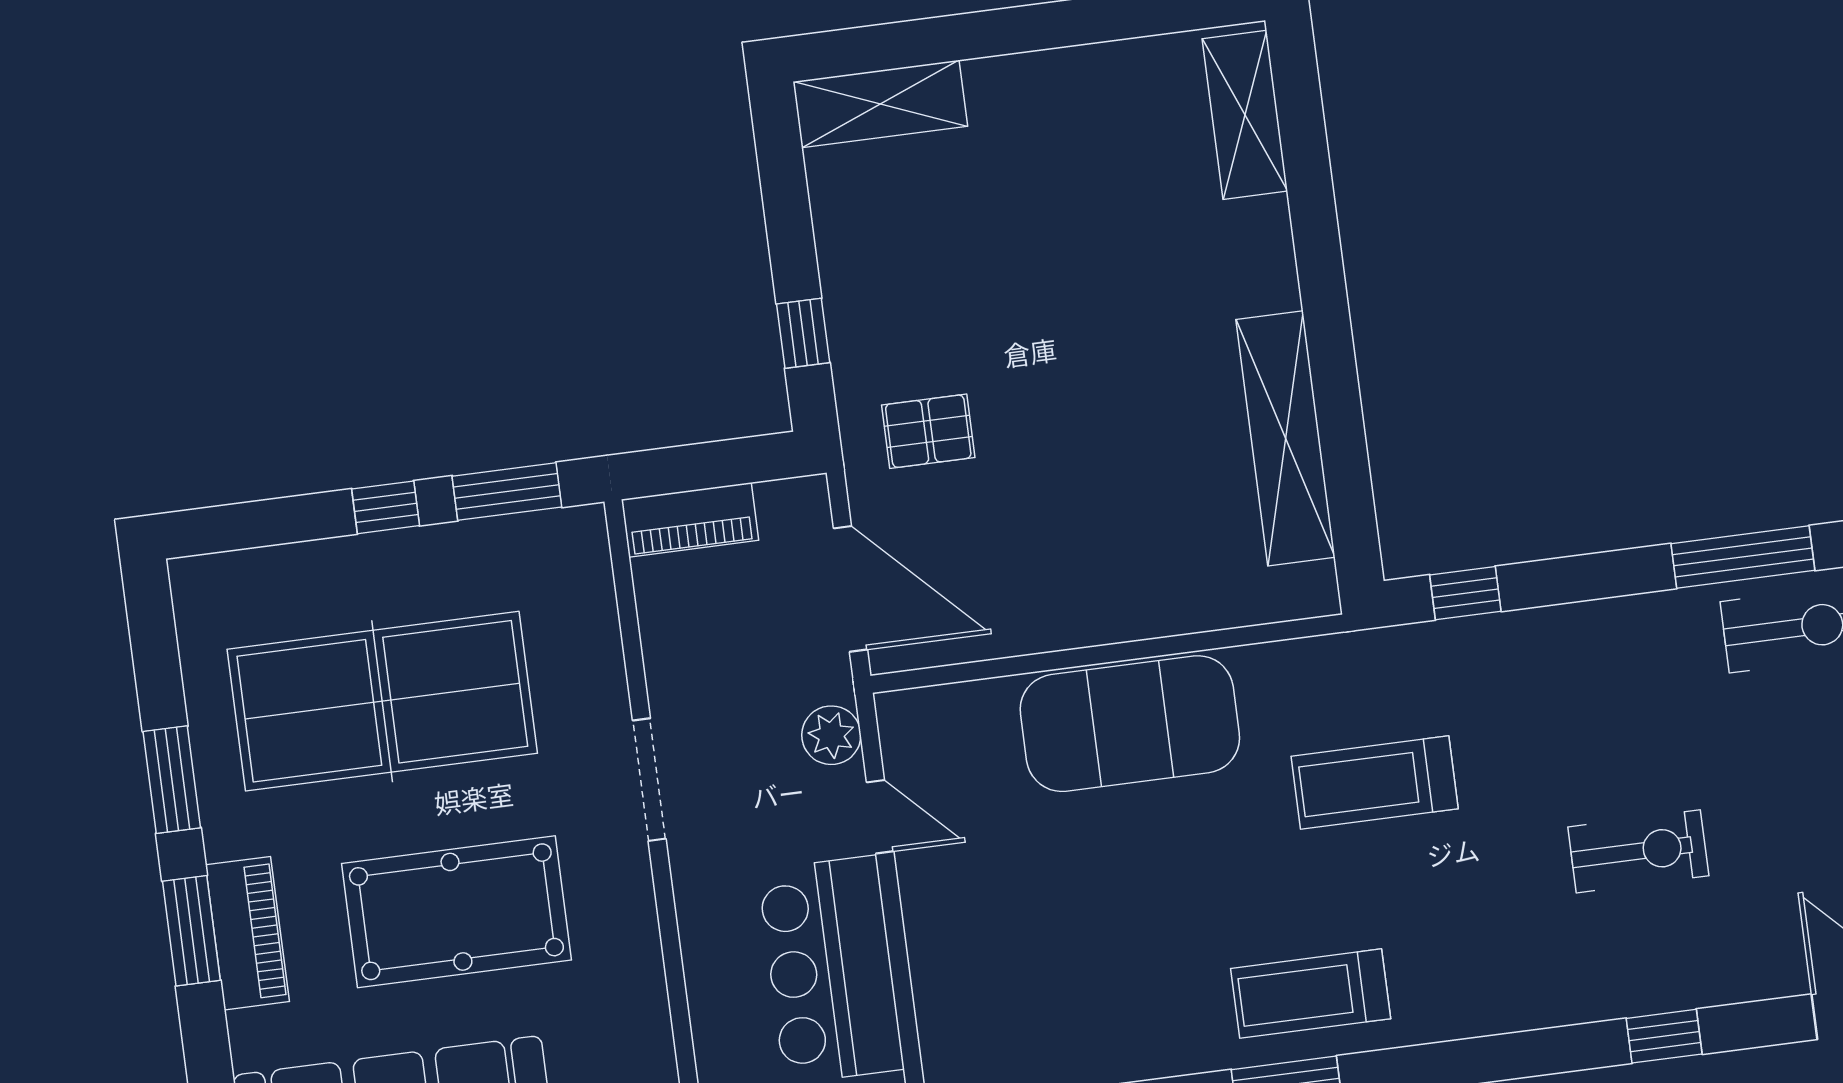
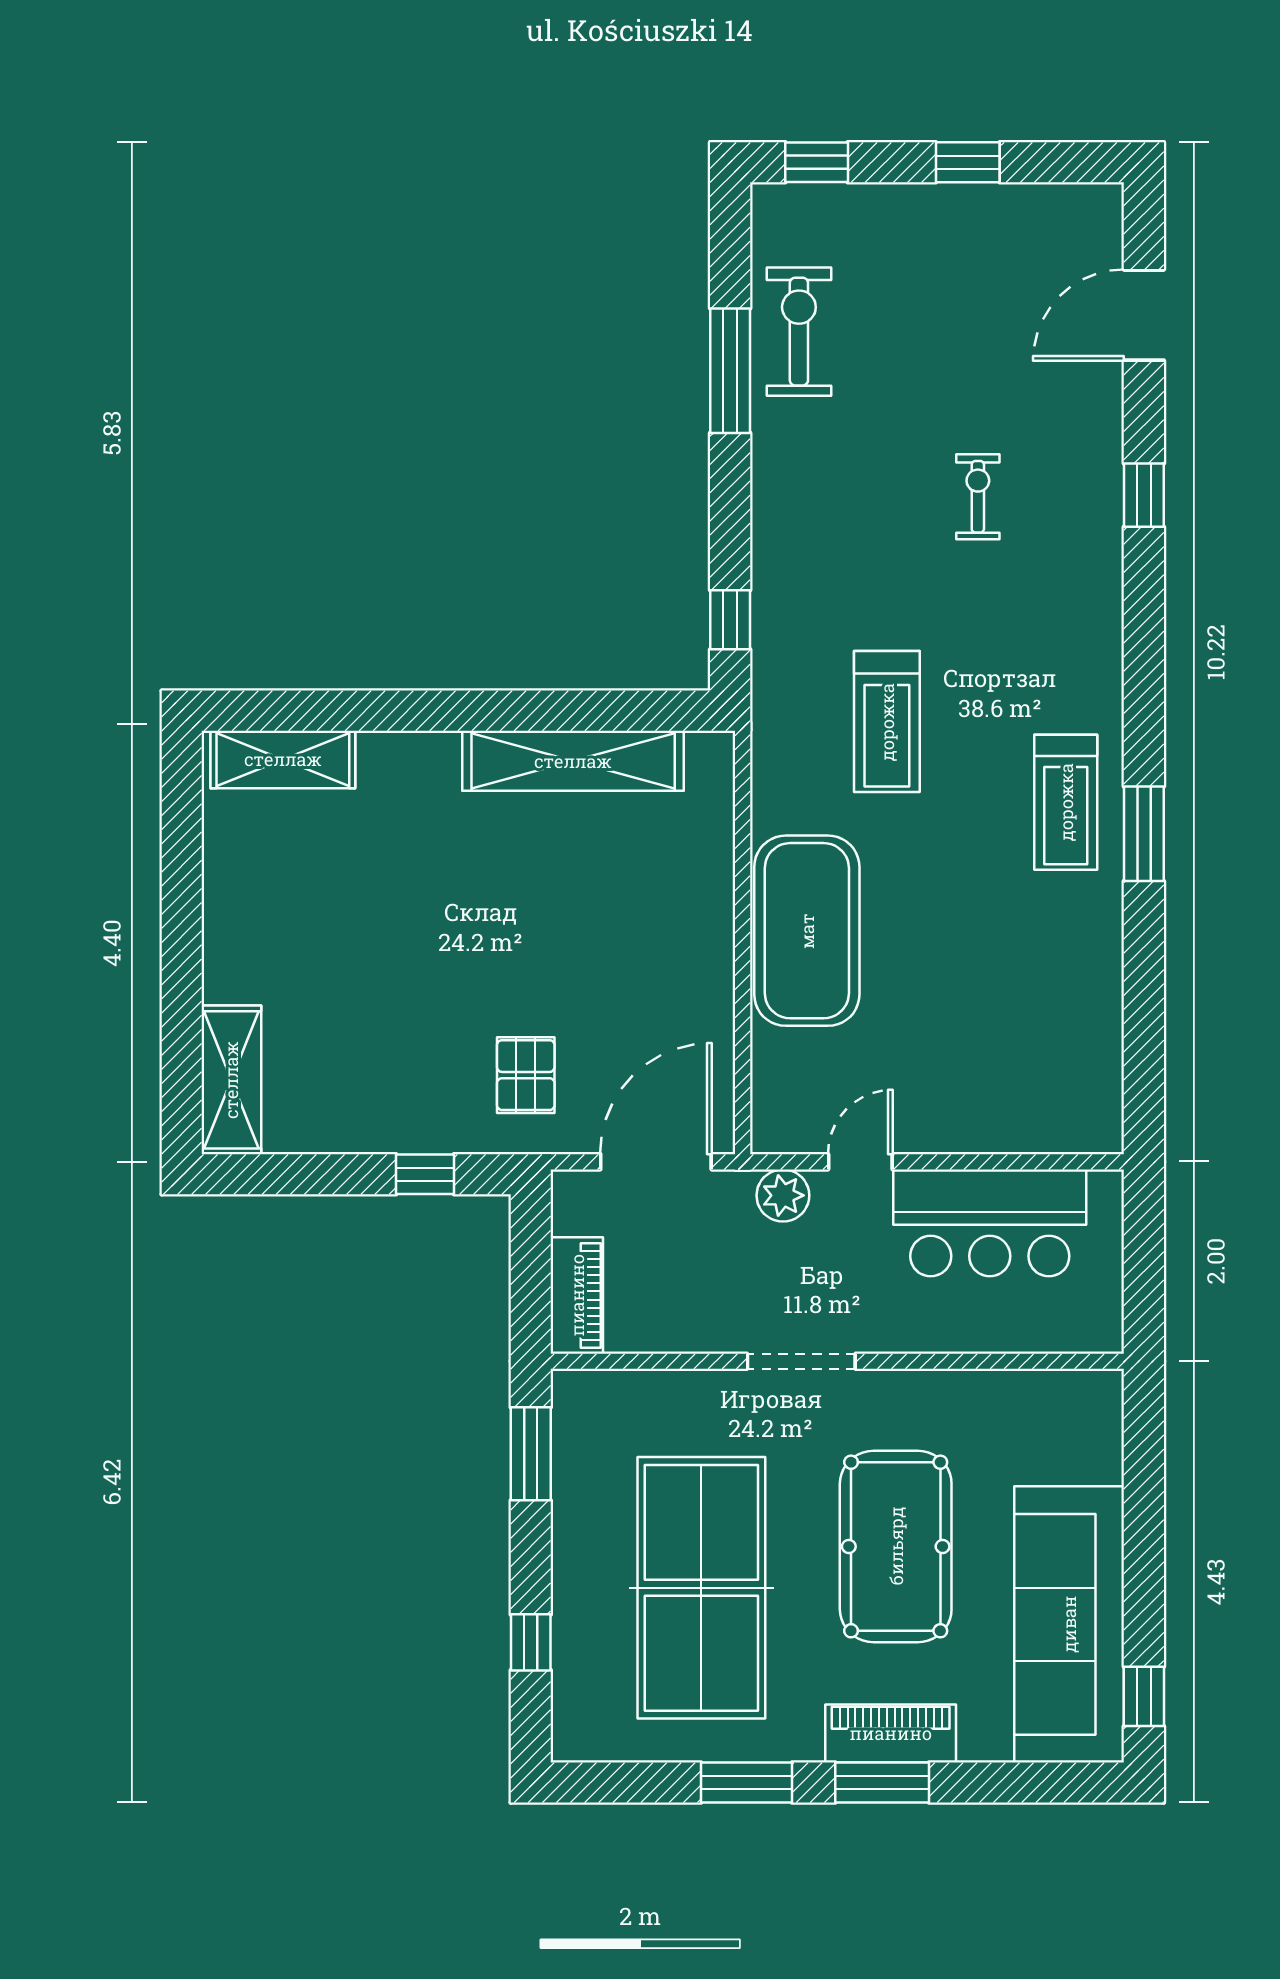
window: (386, 507) -> (531, 1642), moved
exercise bike: (1638, 851) -> (978, 497), width x0.73, depth x0.72

